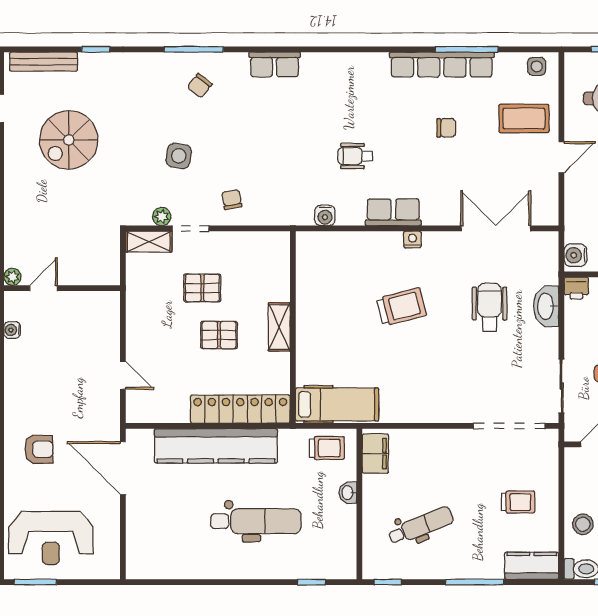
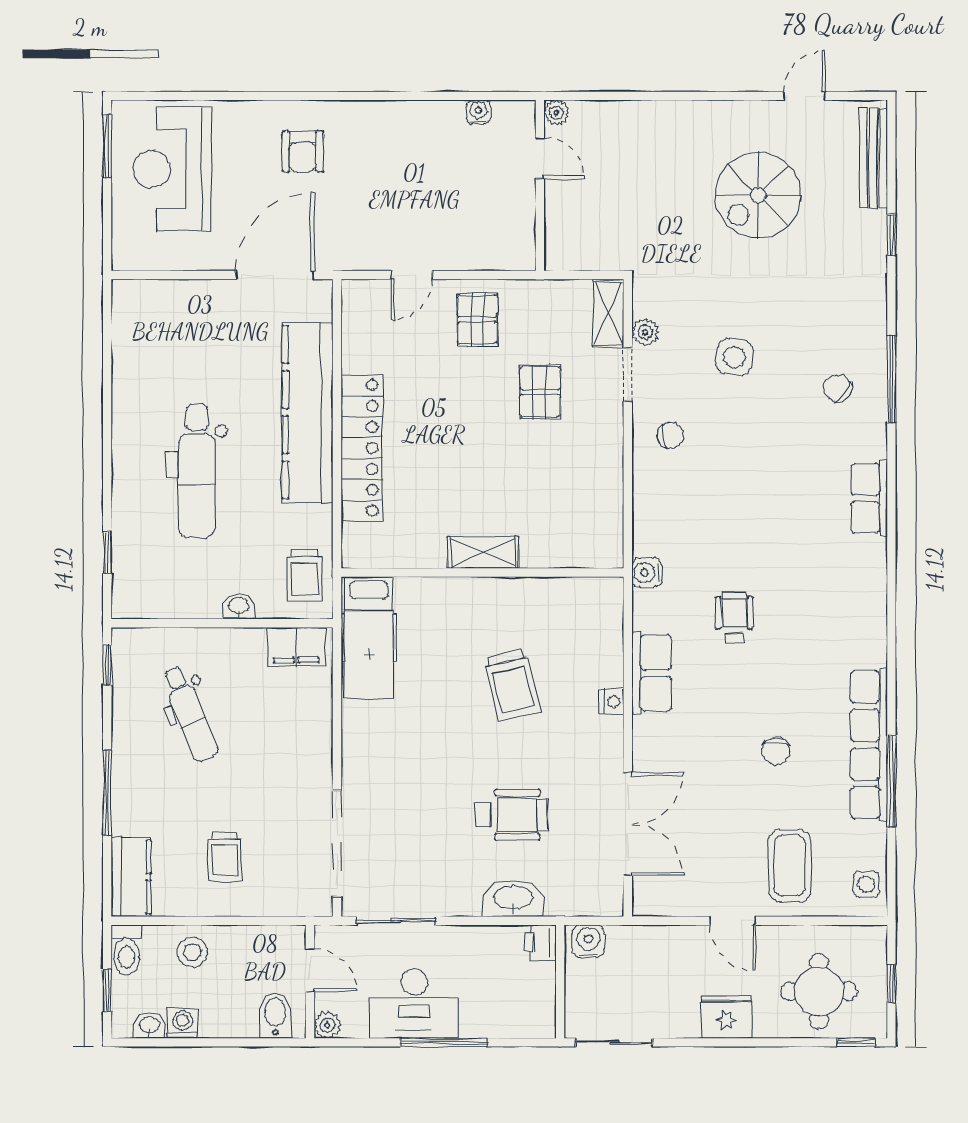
spiral stairs: (69, 140) -> (758, 195), turned -90
shelving: (279, 327) -> (483, 553), moved
wall: (293, 327) -> (482, 573), moved
pallet: (219, 335) -> (478, 319), moved
hospital bed: (337, 404) -> (369, 638), moved

